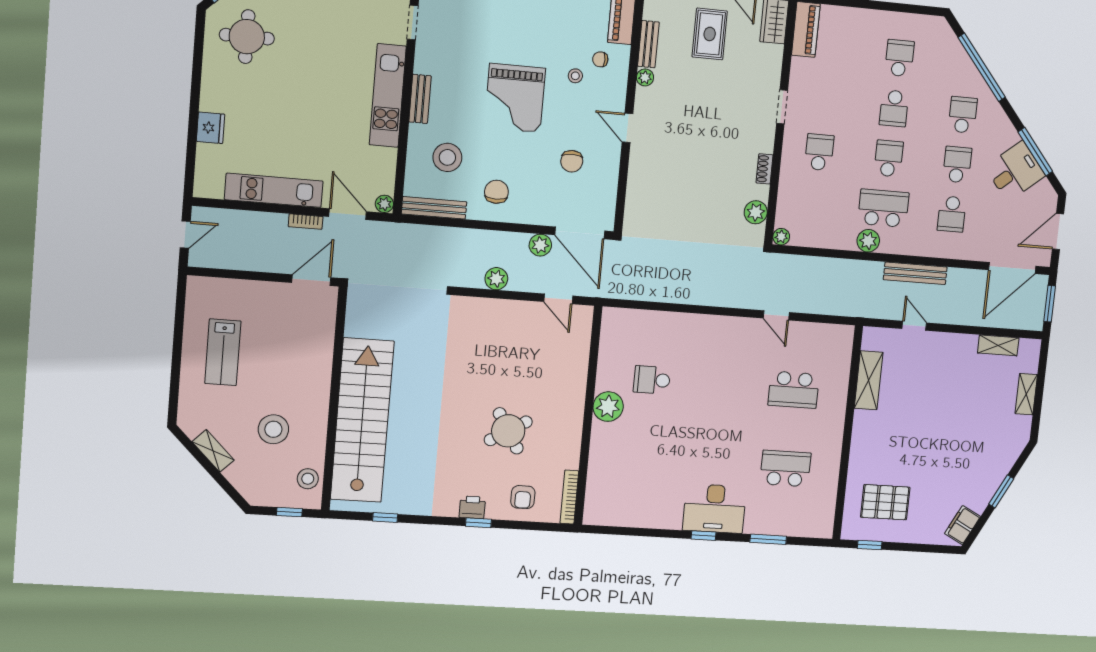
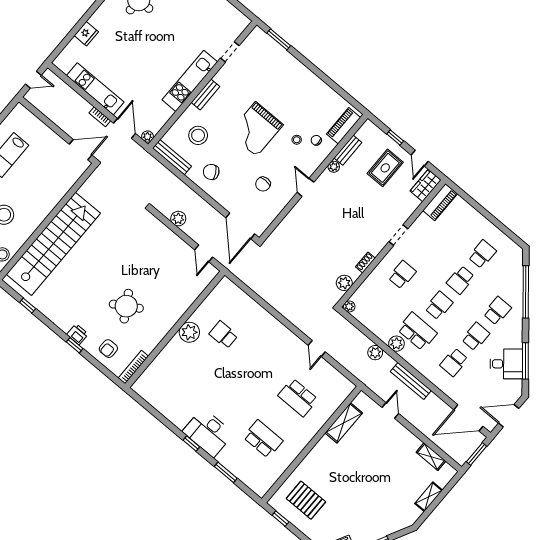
chair: (496, 192) -> (211, 172), turned -119
plant: (540, 245) -> (375, 353), moved

